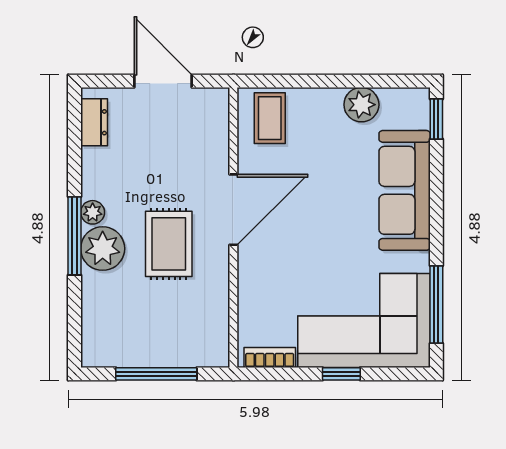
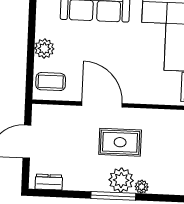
plant: (361, 105) -> (44, 49), moved
plant: (93, 212) -> (142, 187), moved

